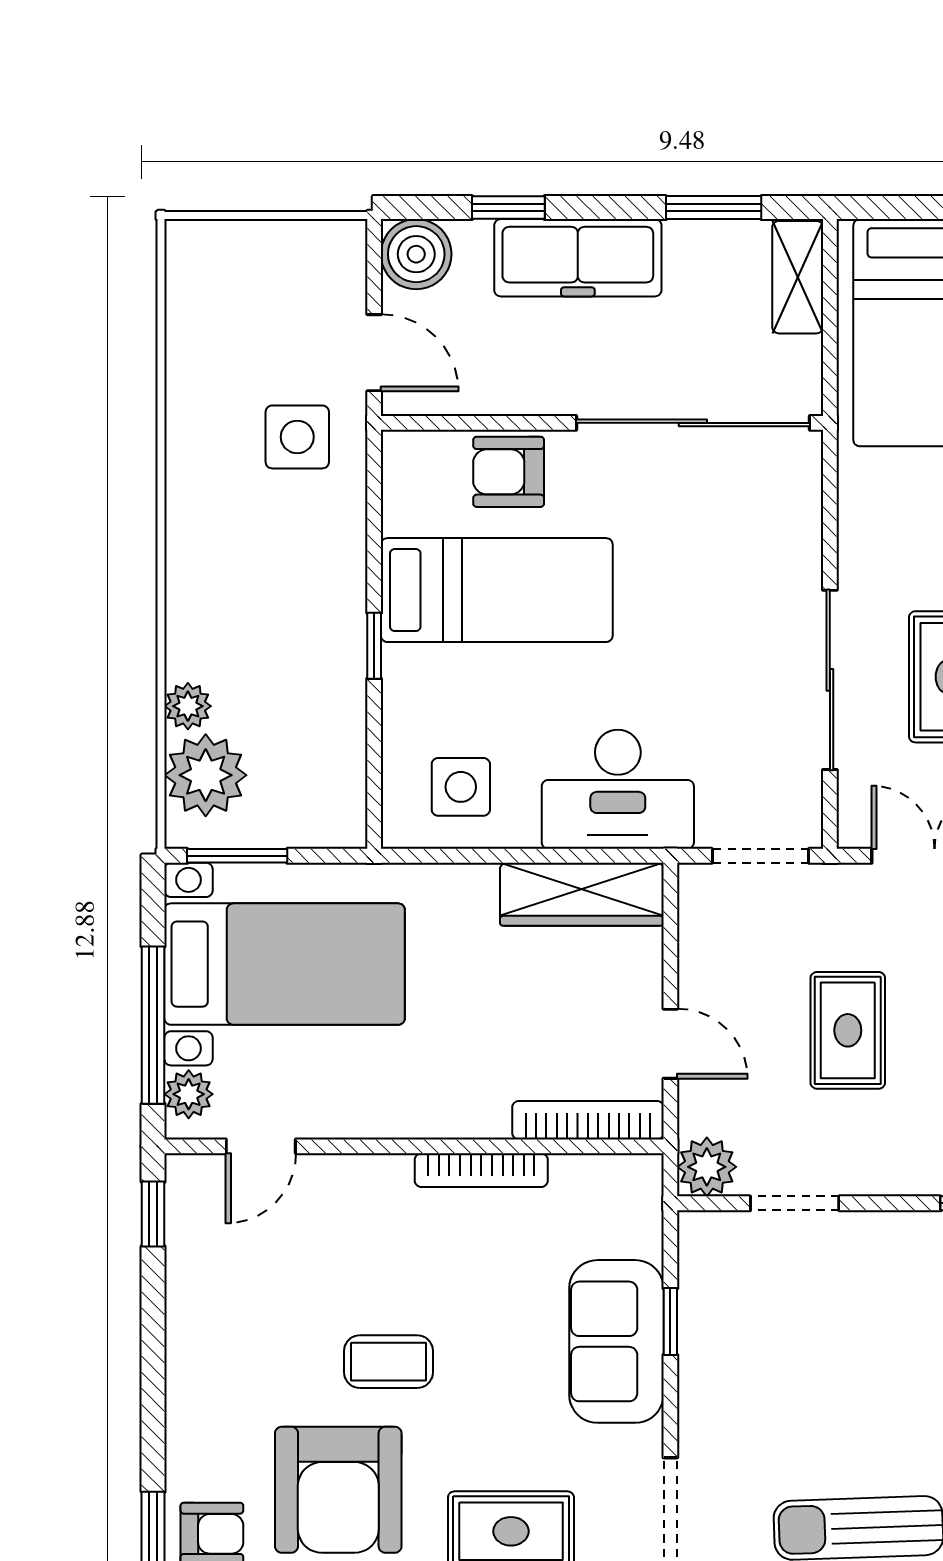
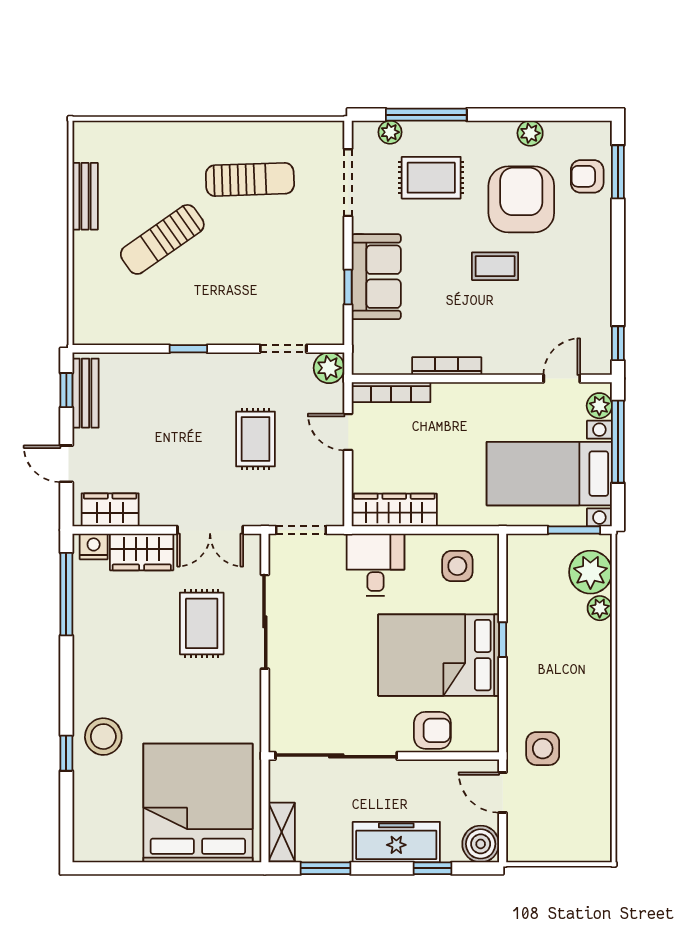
bed: (497, 590) -> (439, 655), width x1.50
desk: (618, 789) -> (375, 565), width x0.73

